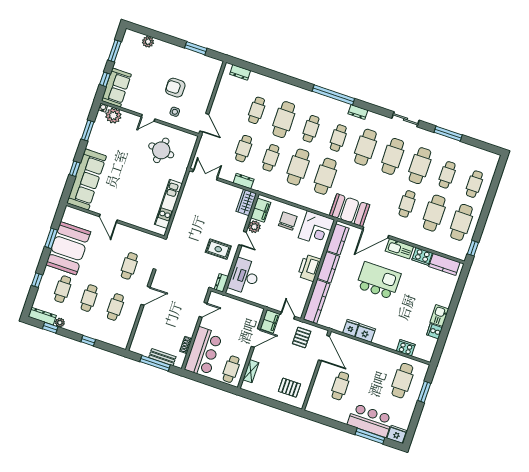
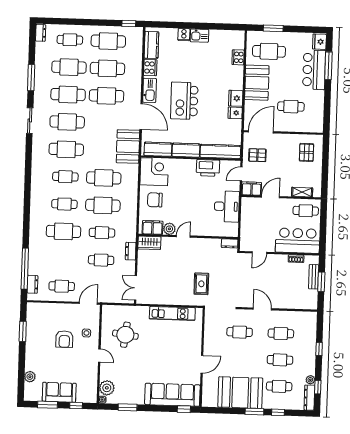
sofa: (116, 88) -> (59, 392), moved
window: (333, 95) -> (25, 269), moved
cafe table: (257, 110) -> (62, 286), moved
dresser: (358, 112) -> (41, 33), moved
window: (75, 169) -> (184, 409), moved
cafe table: (447, 175) -> (69, 67), width x1.37, depth x1.35
cafe table: (407, 204) -> (107, 96), width x1.37, depth x1.35
window: (51, 238) -> (254, 412), moved
rug: (218, 249) -> (201, 284), moved
printer: (309, 268) -> (208, 168), moved
desk: (244, 276) -> (227, 206), moved, turned -90
door: (203, 310) -> (259, 253), swing flipped
cooker: (435, 331) -> (184, 35), moved
door: (256, 338) -> (270, 197), hinge flipped
booth: (375, 359) -> (257, 83), added
window: (155, 363) -> (321, 282), width x0.69

